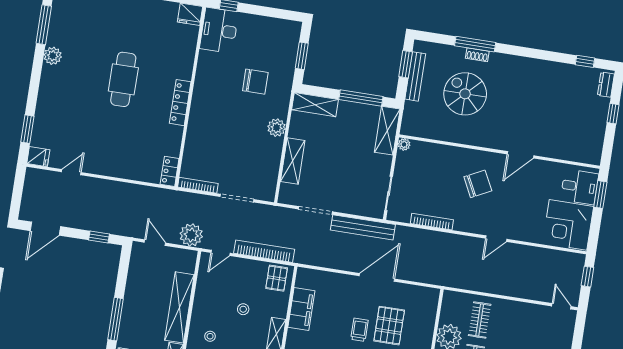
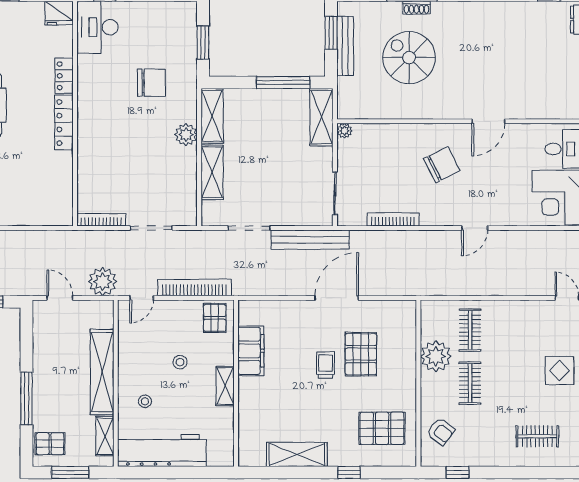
shelving: (315, 105) -> (212, 116), moved, turned 90
locker: (170, 171) -> (64, 76), moved

